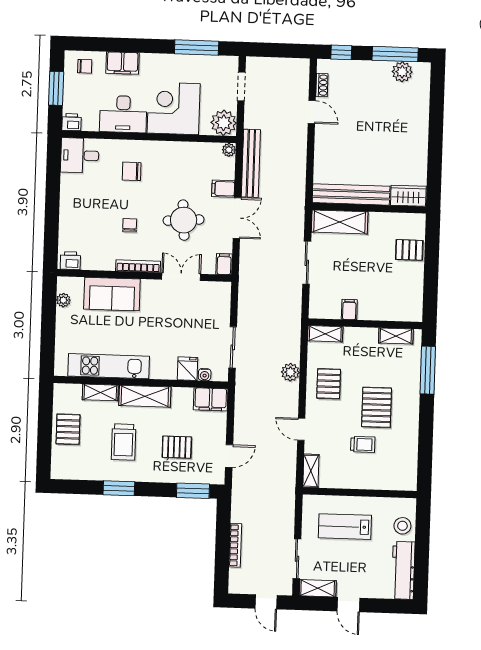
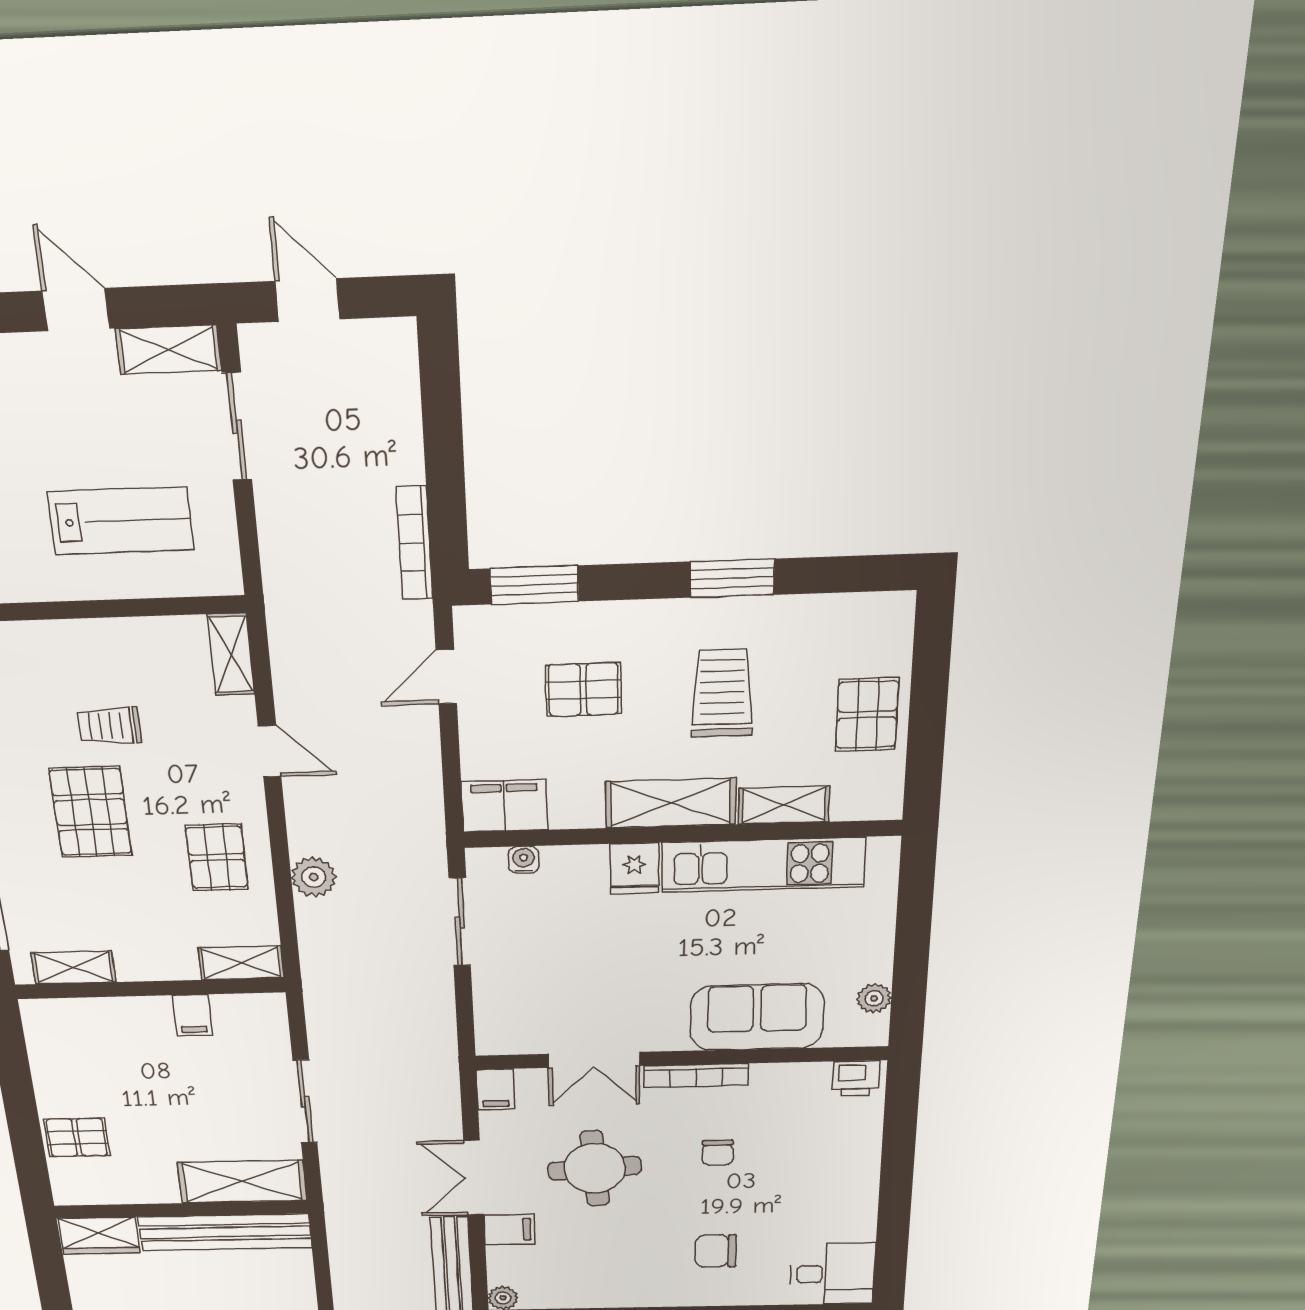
chair: (132, 171) -> (716, 1251), turned 180
fridge: (187, 369) -> (634, 869), moved
bookcase: (235, 545) -> (414, 543), moved

